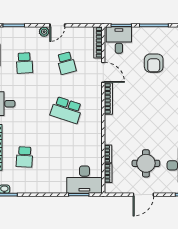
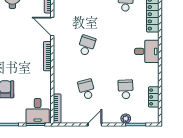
plant: (44, 32) -> (126, 119), moved
door: (103, 72) -> (52, 27), moved
school desk: (66, 110) -> (87, 46), width x0.54

